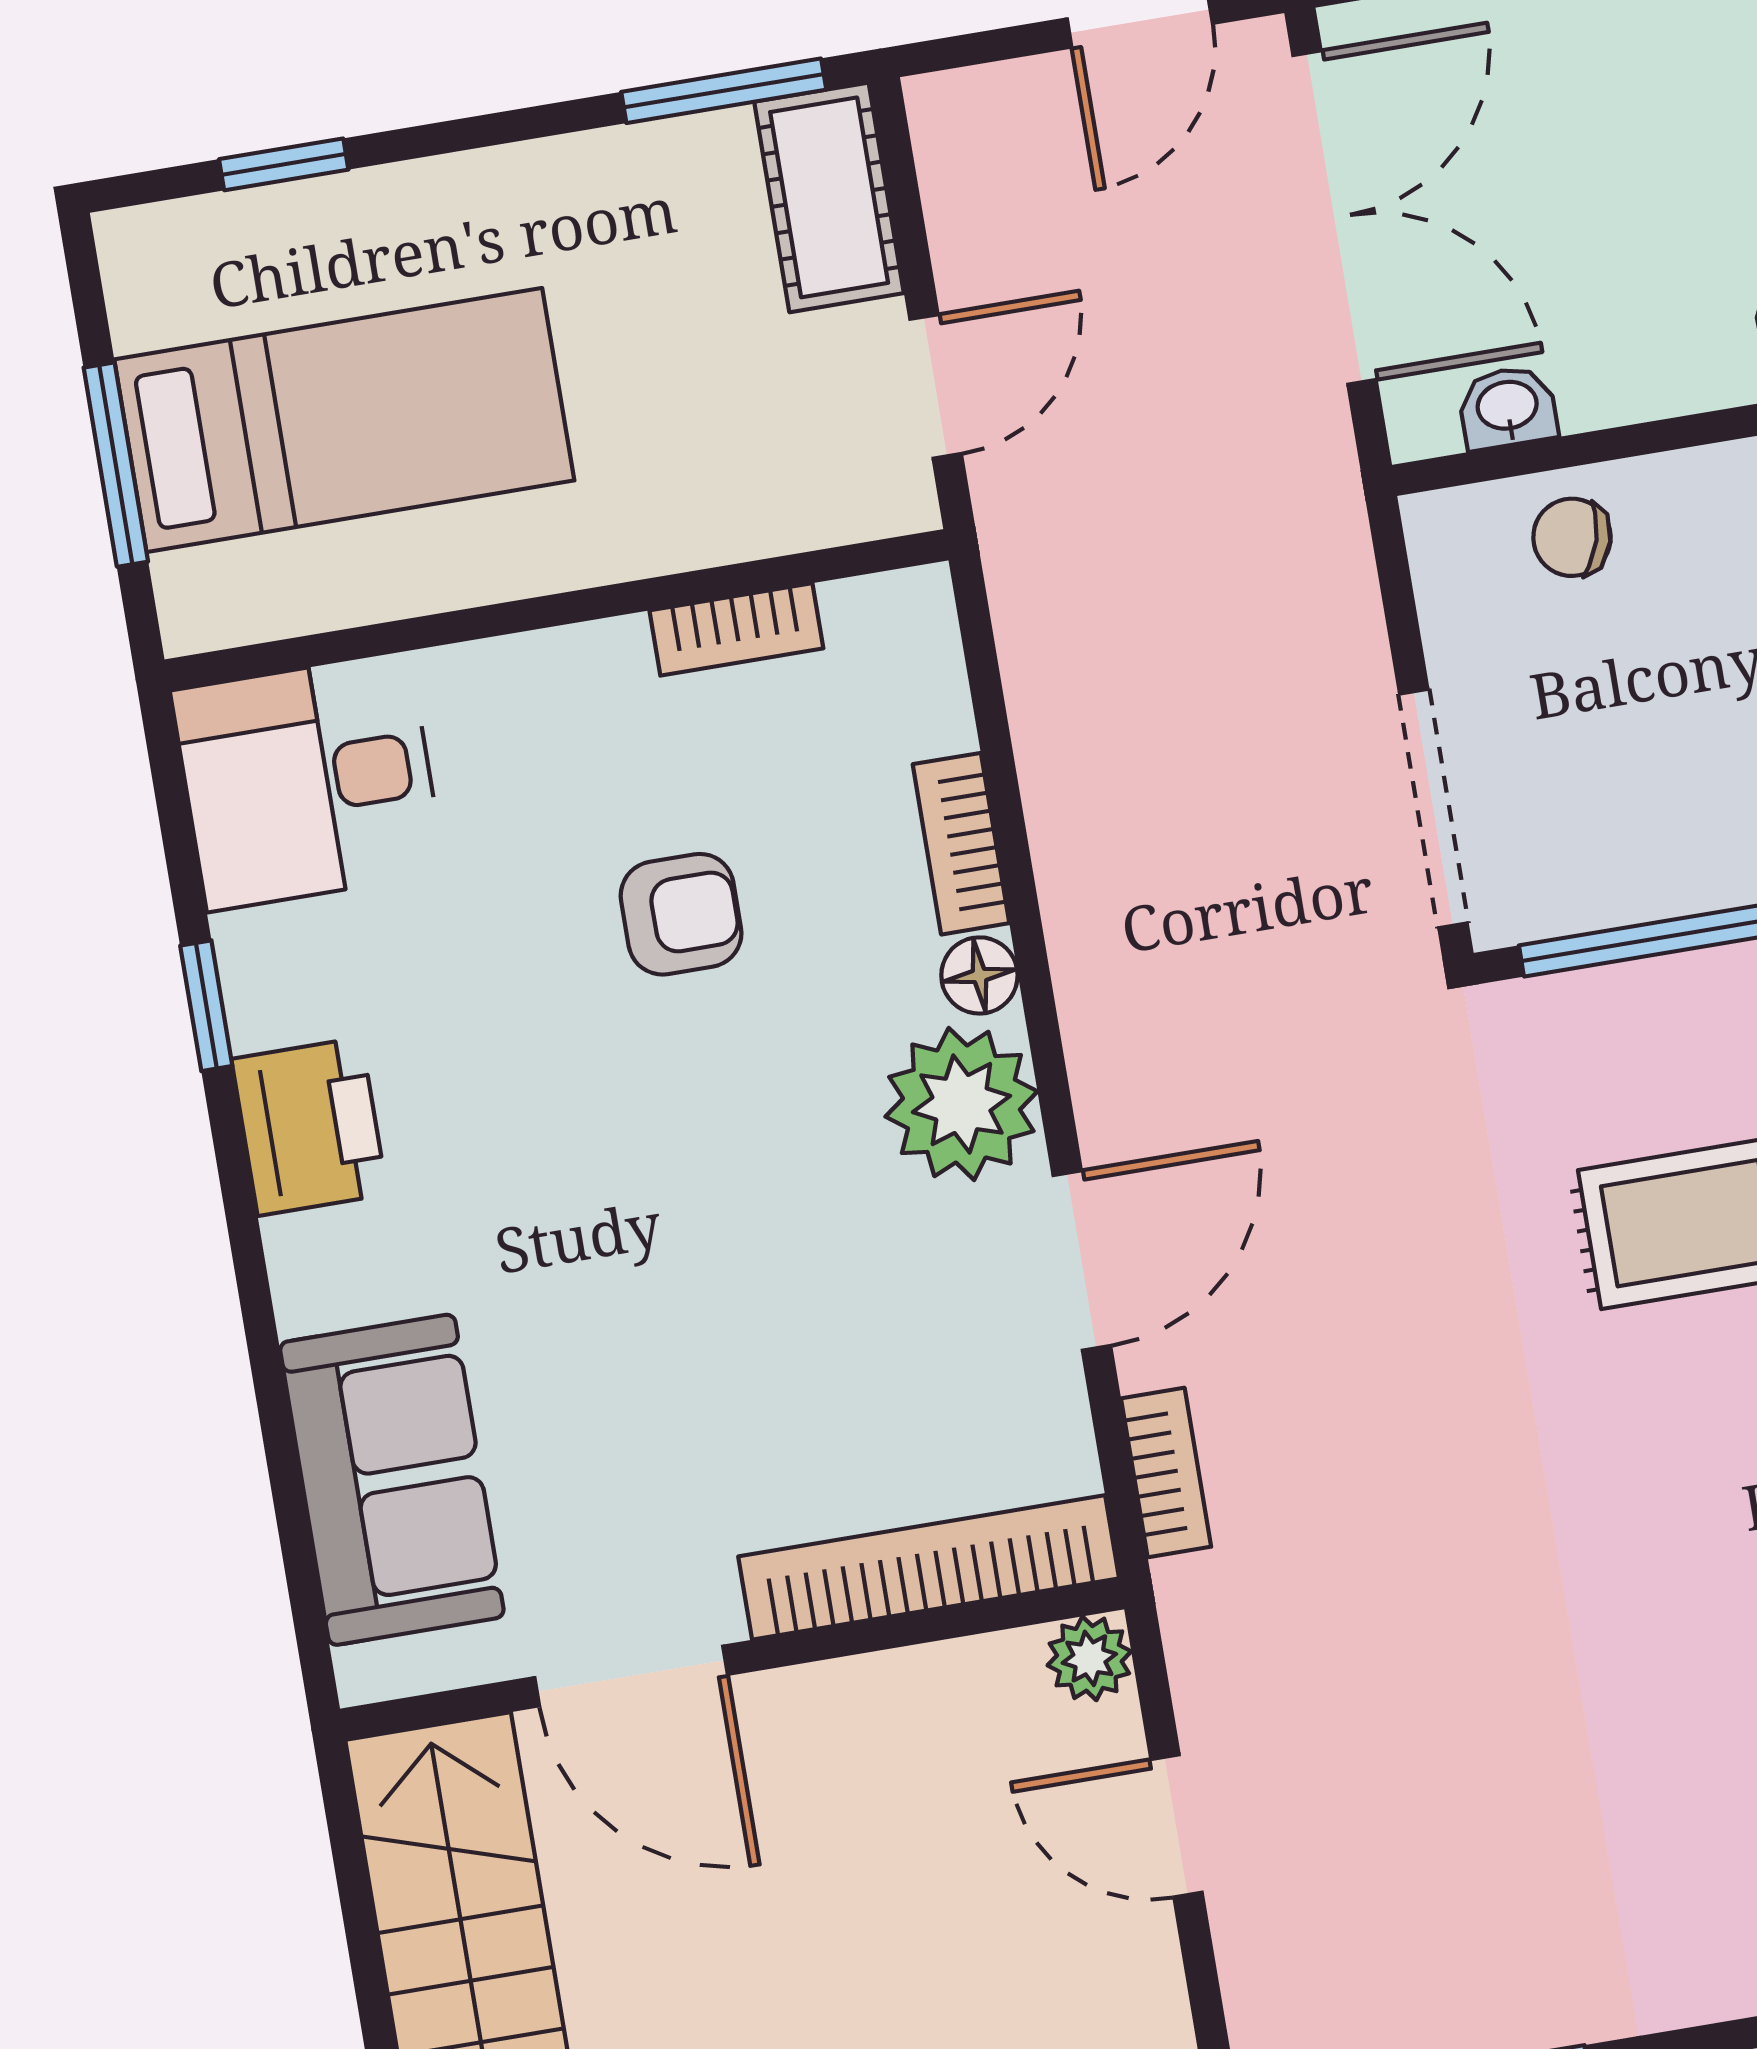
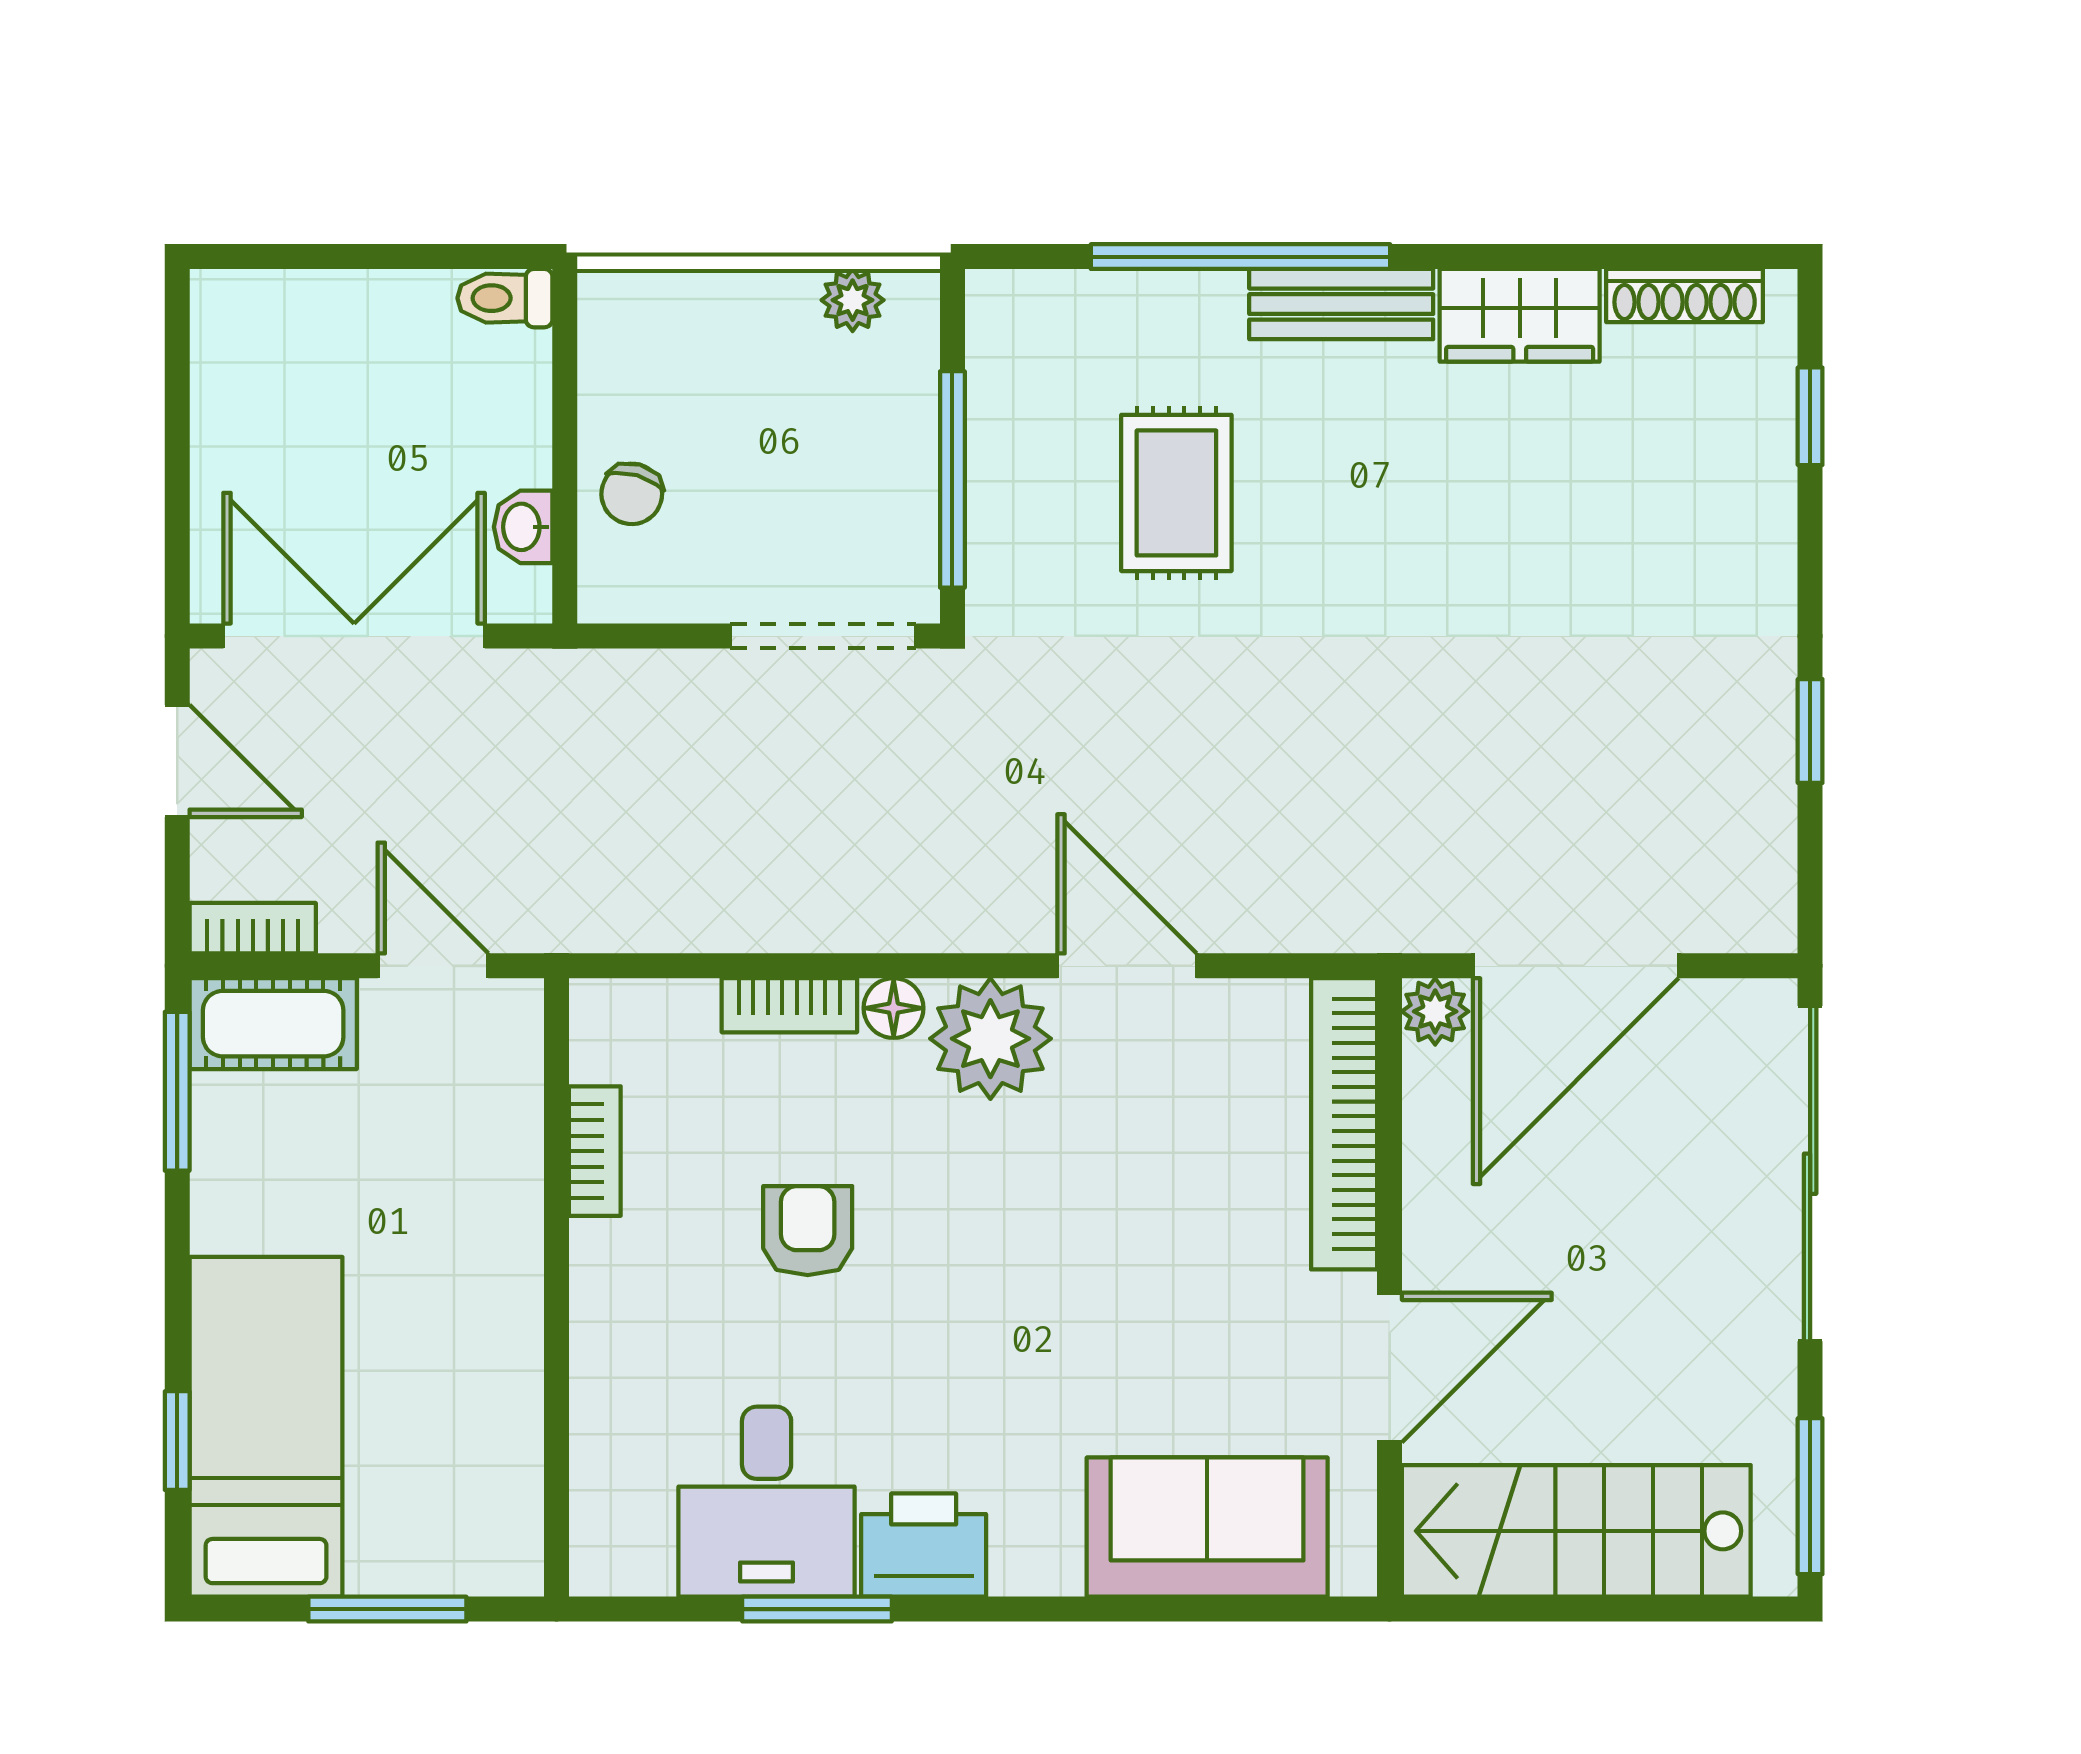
bed: (344, 420) -> (266, 1427), moved
desk: (308, 782) -> (767, 1502), moved
window: (206, 1006) -> (817, 1609), width x1.50
bookcase: (1166, 1473) -> (253, 928), moved
door: (1176, 1826) -> (1576, 966), width x1.88

